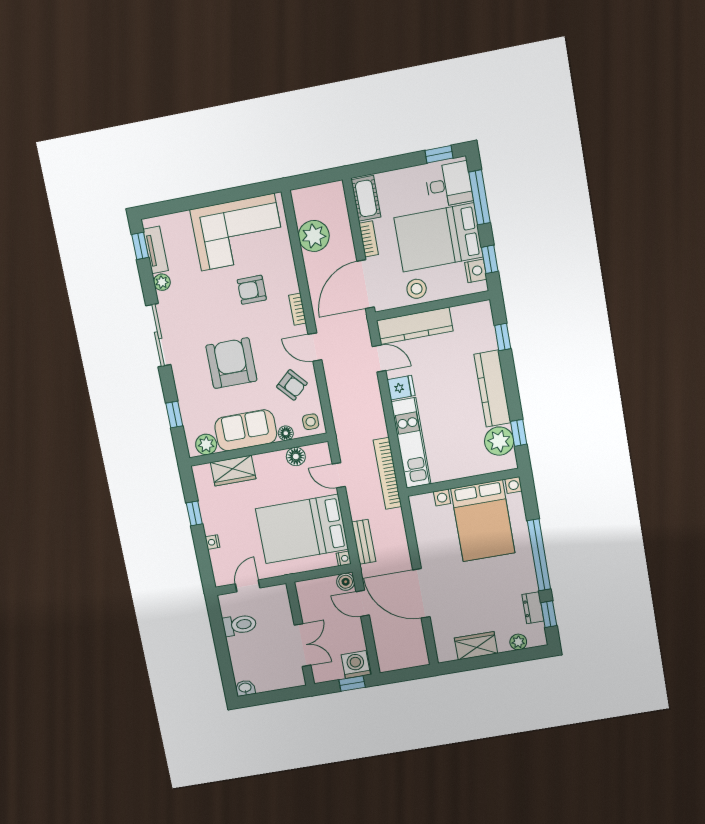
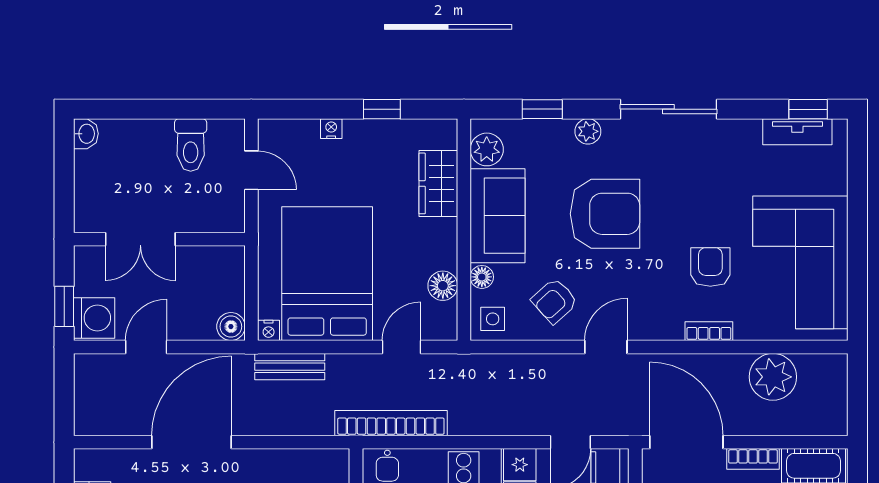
plant: (162, 282) -> (588, 131), moved
bookcase: (297, 309) -> (709, 331), moved
door: (363, 603) -> (146, 347), moved

